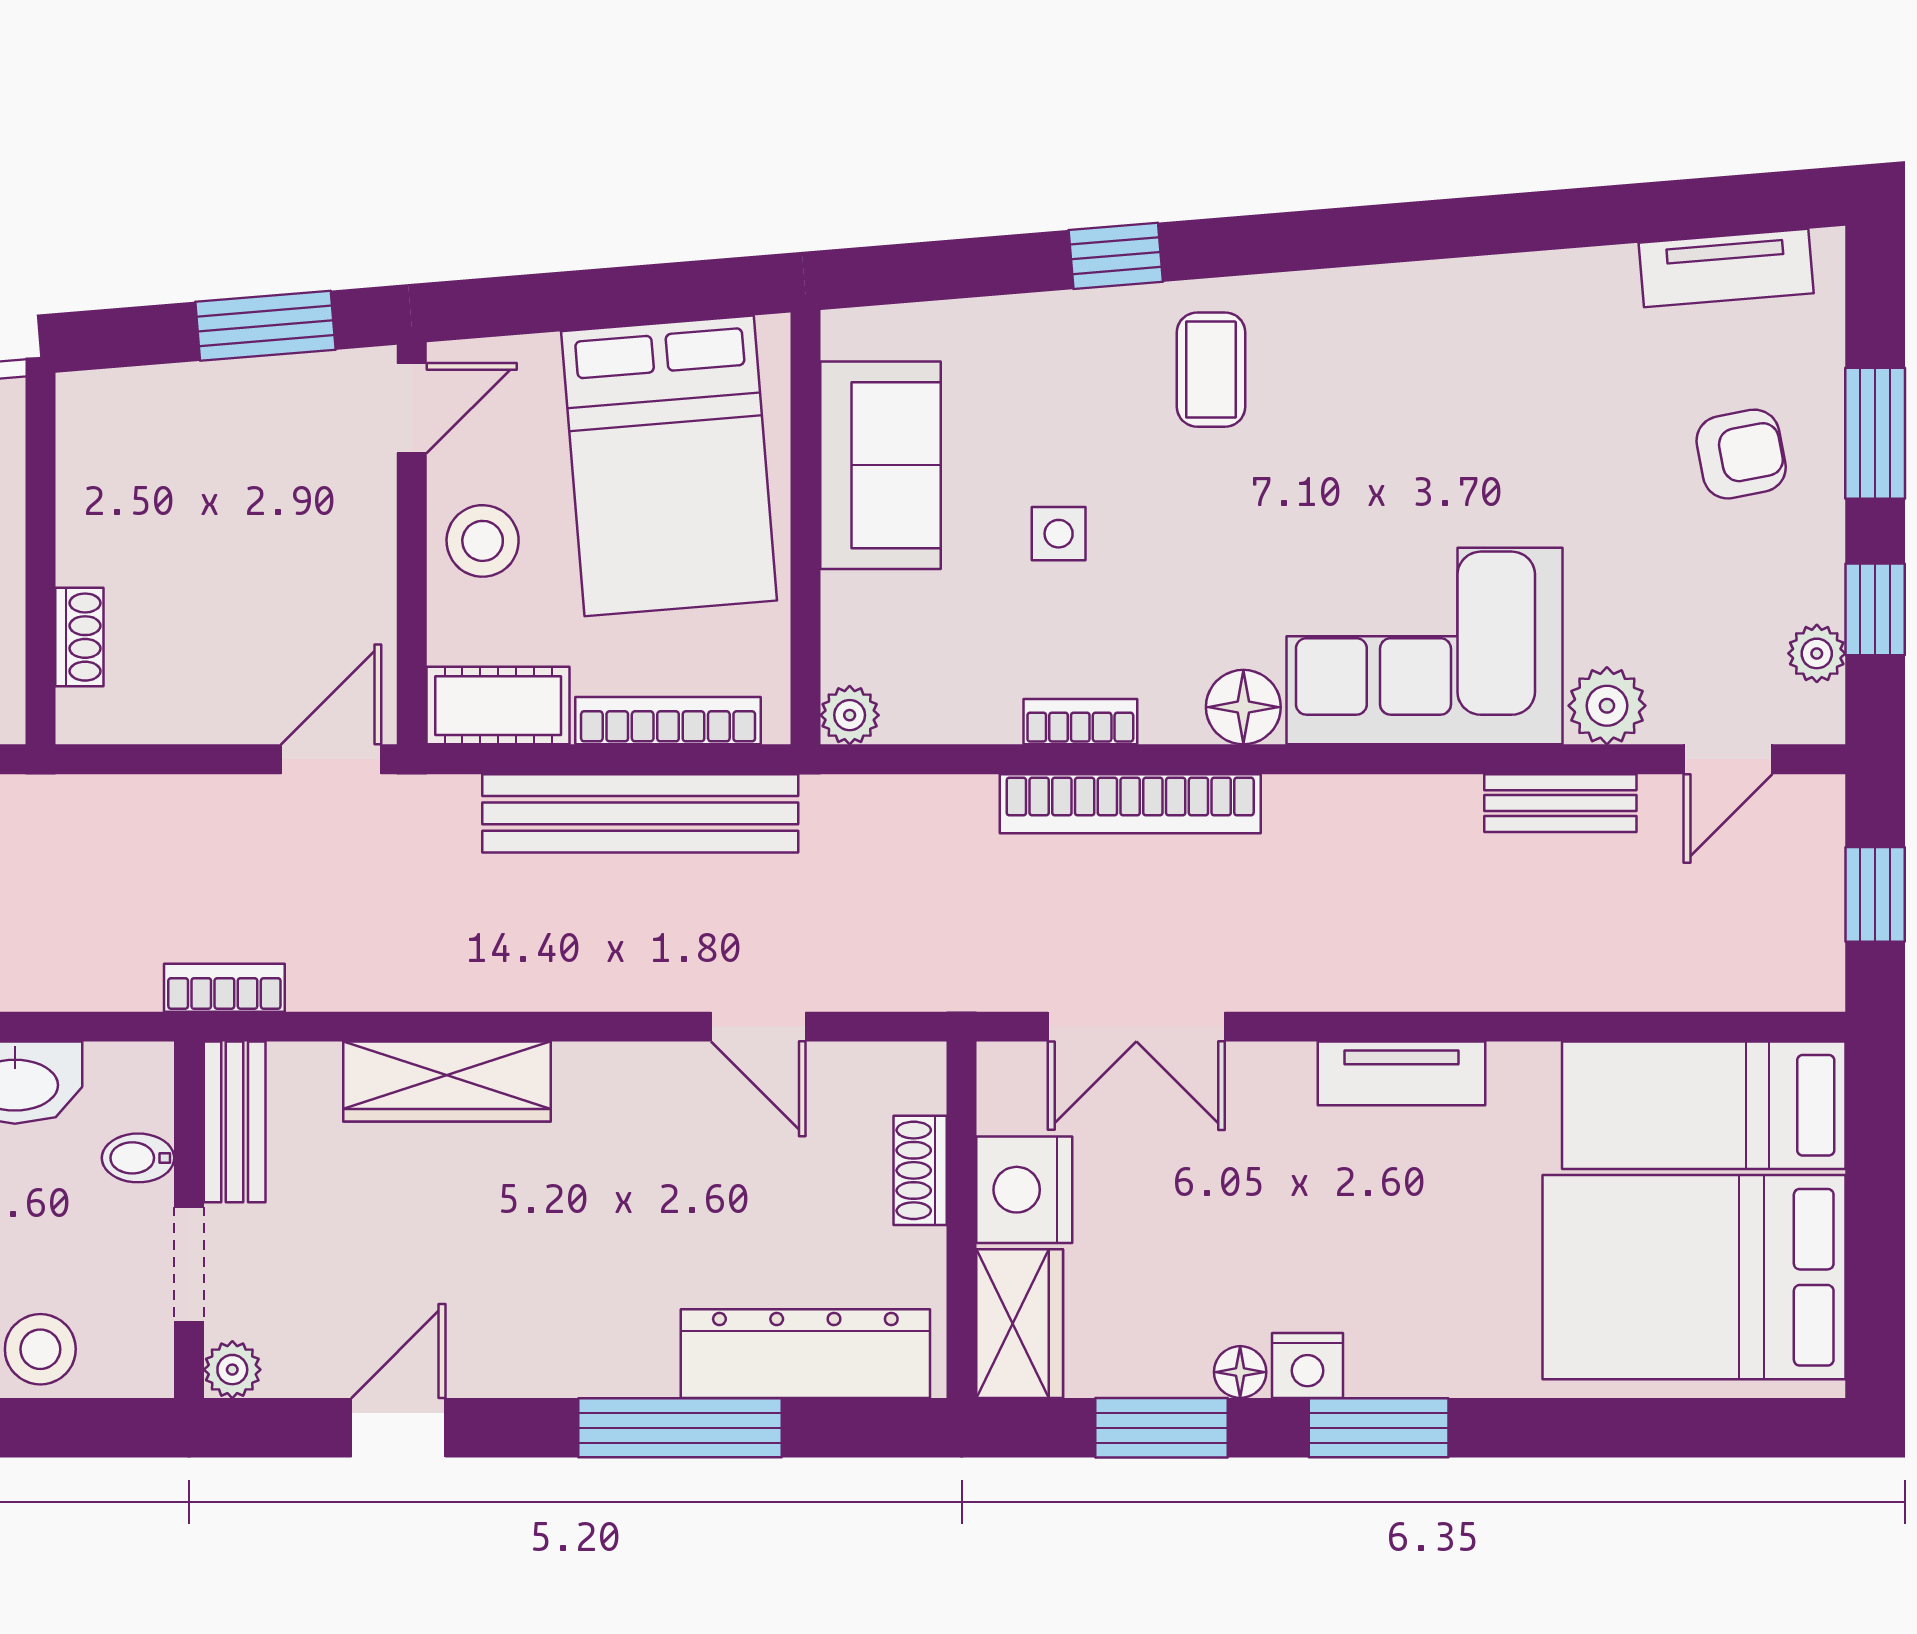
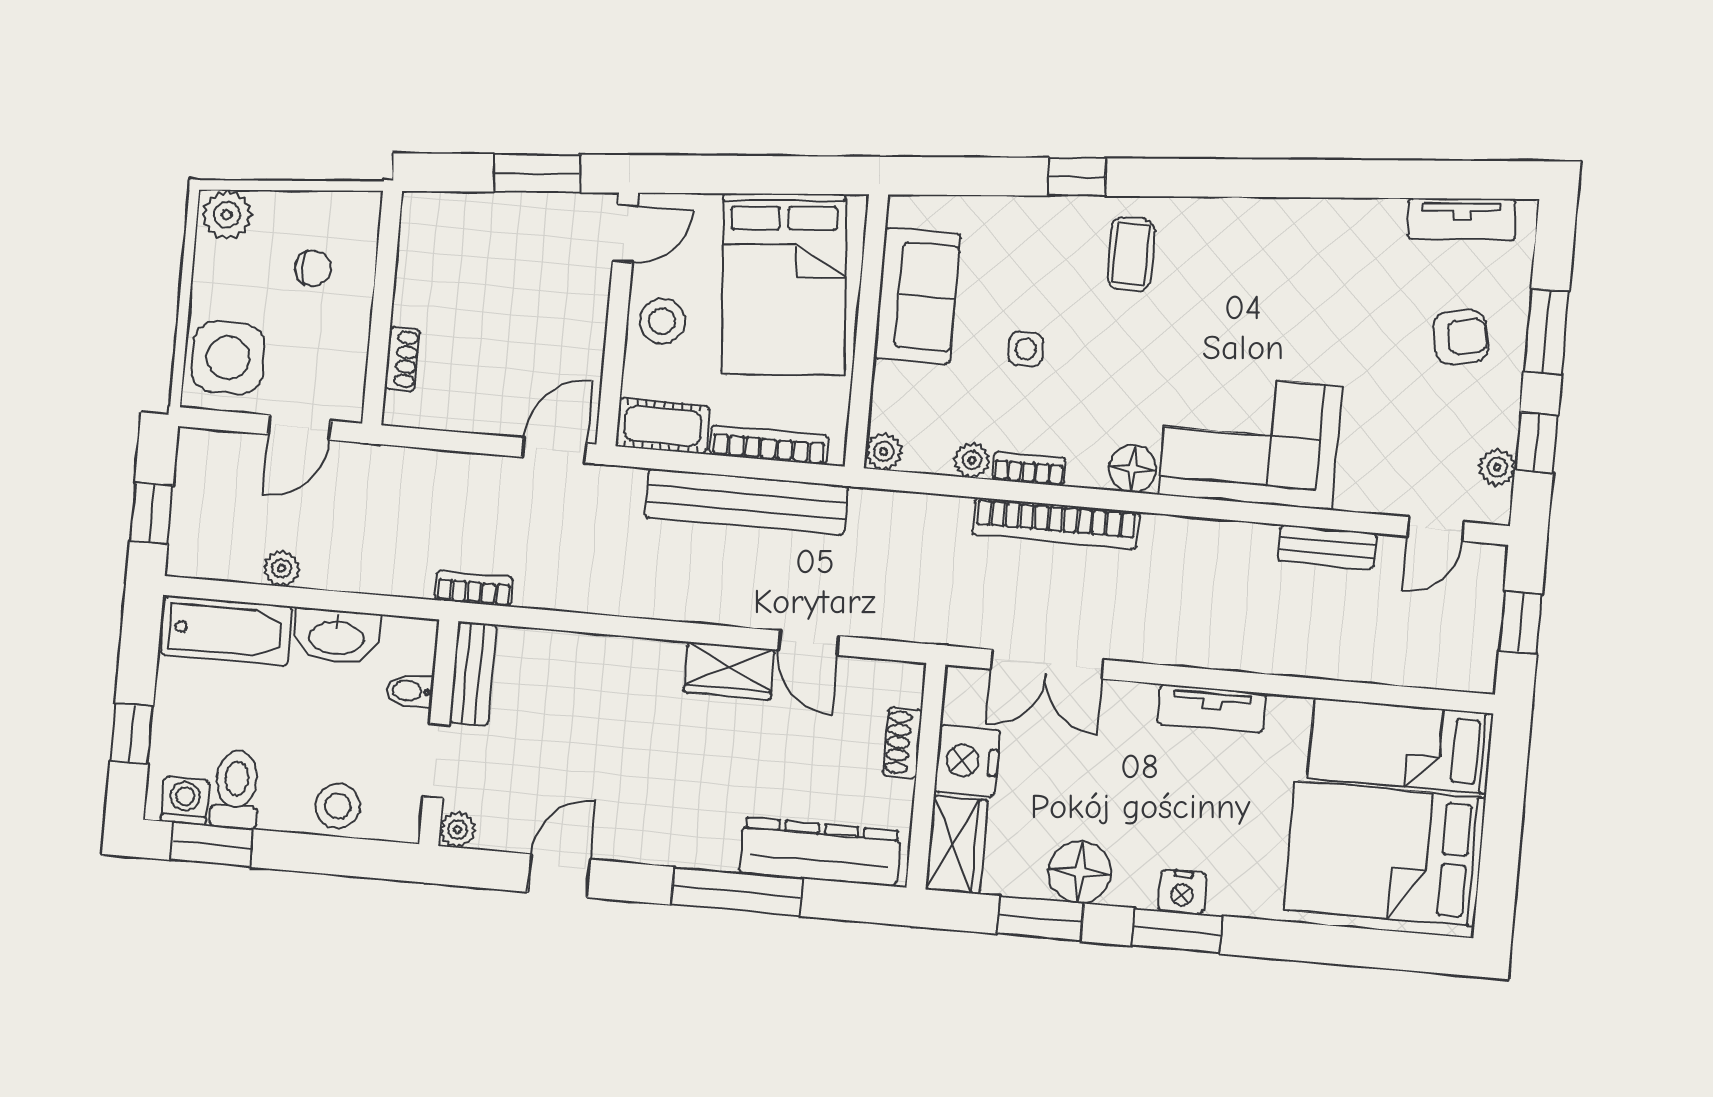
plant: (1607, 706) -> (972, 460), moved, width x0.73, depth x0.73
wardrobe: (447, 1082) -> (729, 671), moved, width x0.67
nightstand: (1307, 1365) -> (1182, 892), moved
floor lamp: (1240, 1372) -> (1080, 872), width x1.89, depth x1.89

